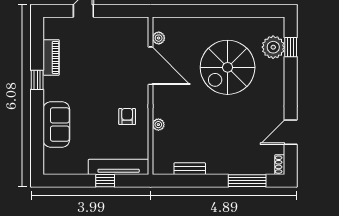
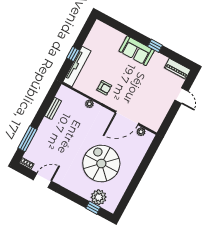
piano: (51, 57) -> (178, 69), moved
sofa: (56, 124) -> (137, 51), moved
door: (291, 132) -> (42, 180), hinge flipped

